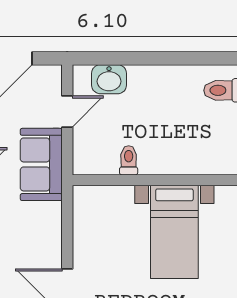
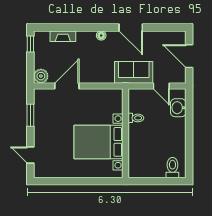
bed with nightstands: (174, 232) -> (98, 142), width x1.36

